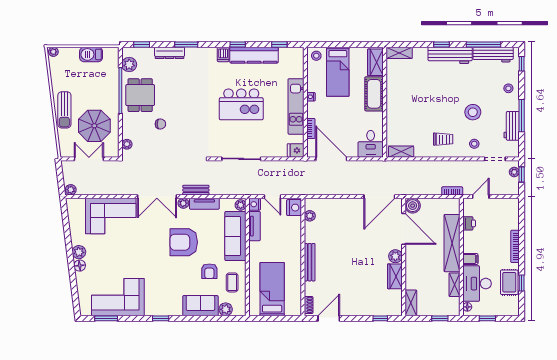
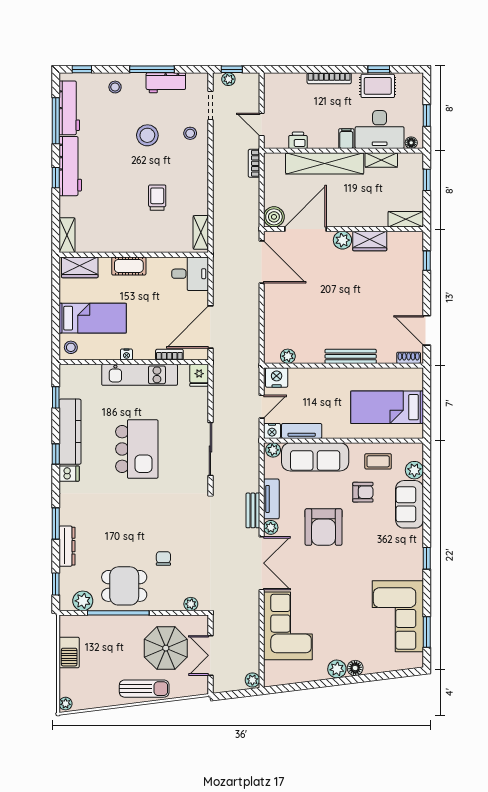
cot: (374, 94) -> (129, 266), width x0.73, depth x0.75
trolley: (443, 139) -> (157, 198), moved

